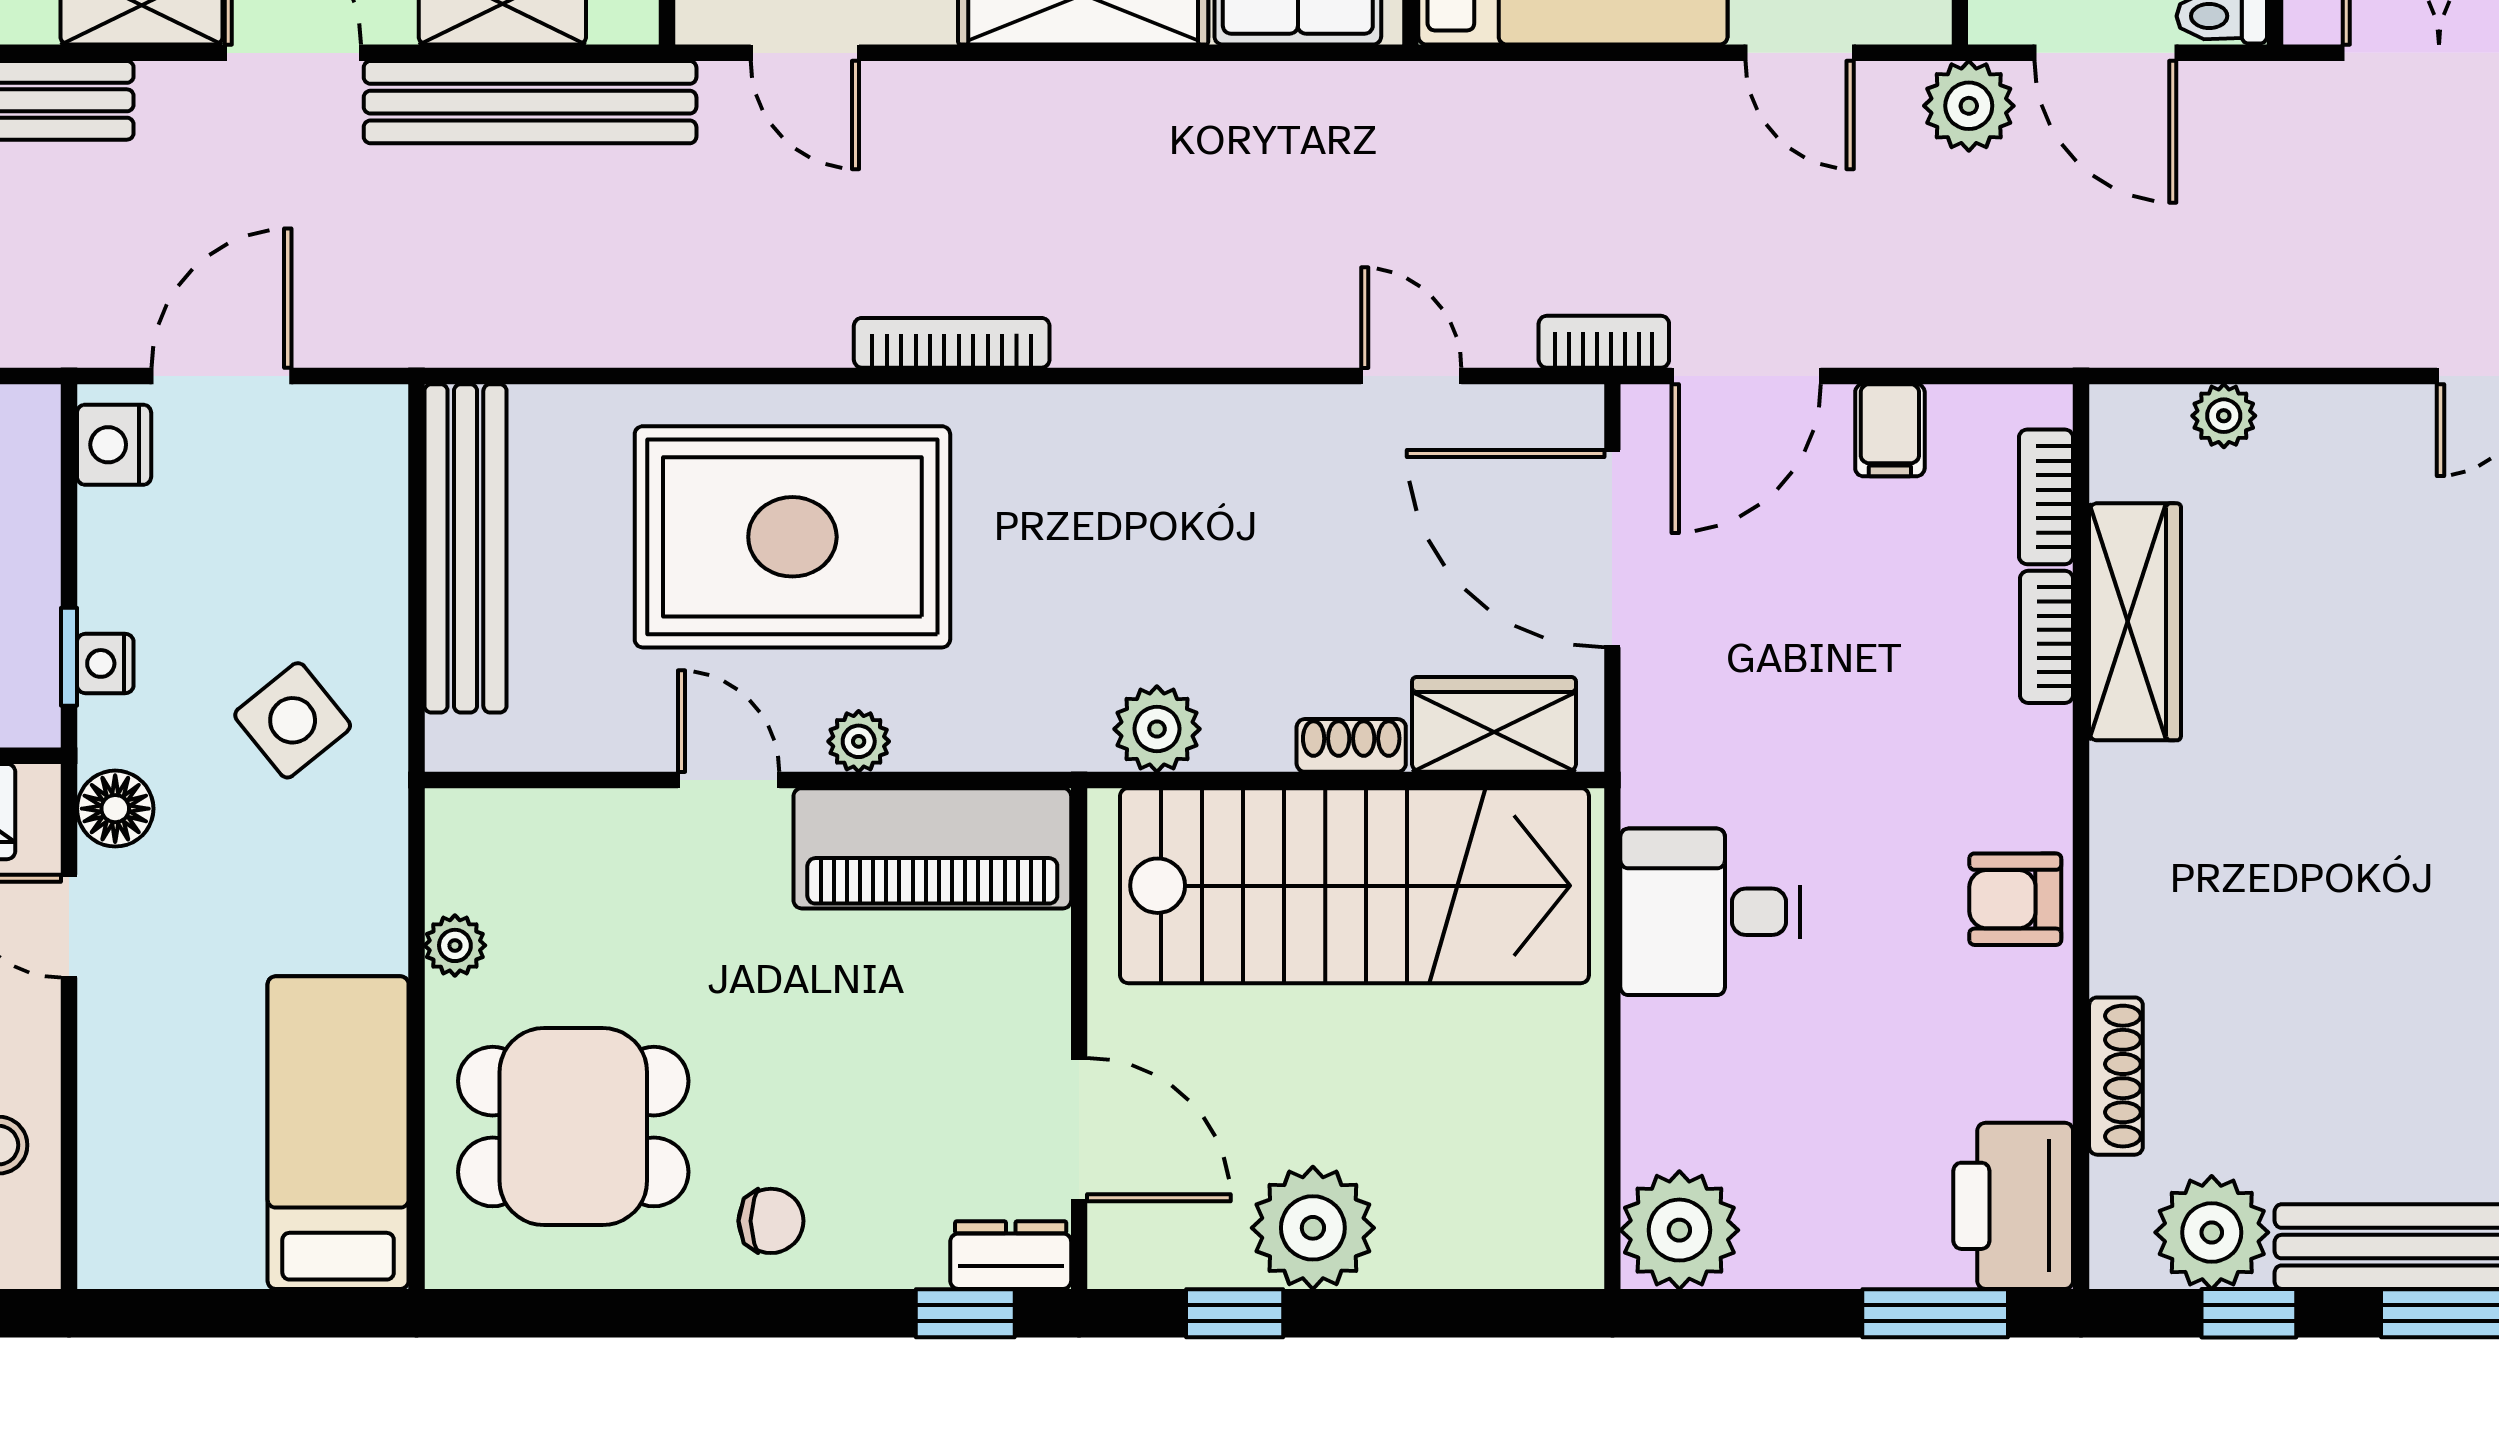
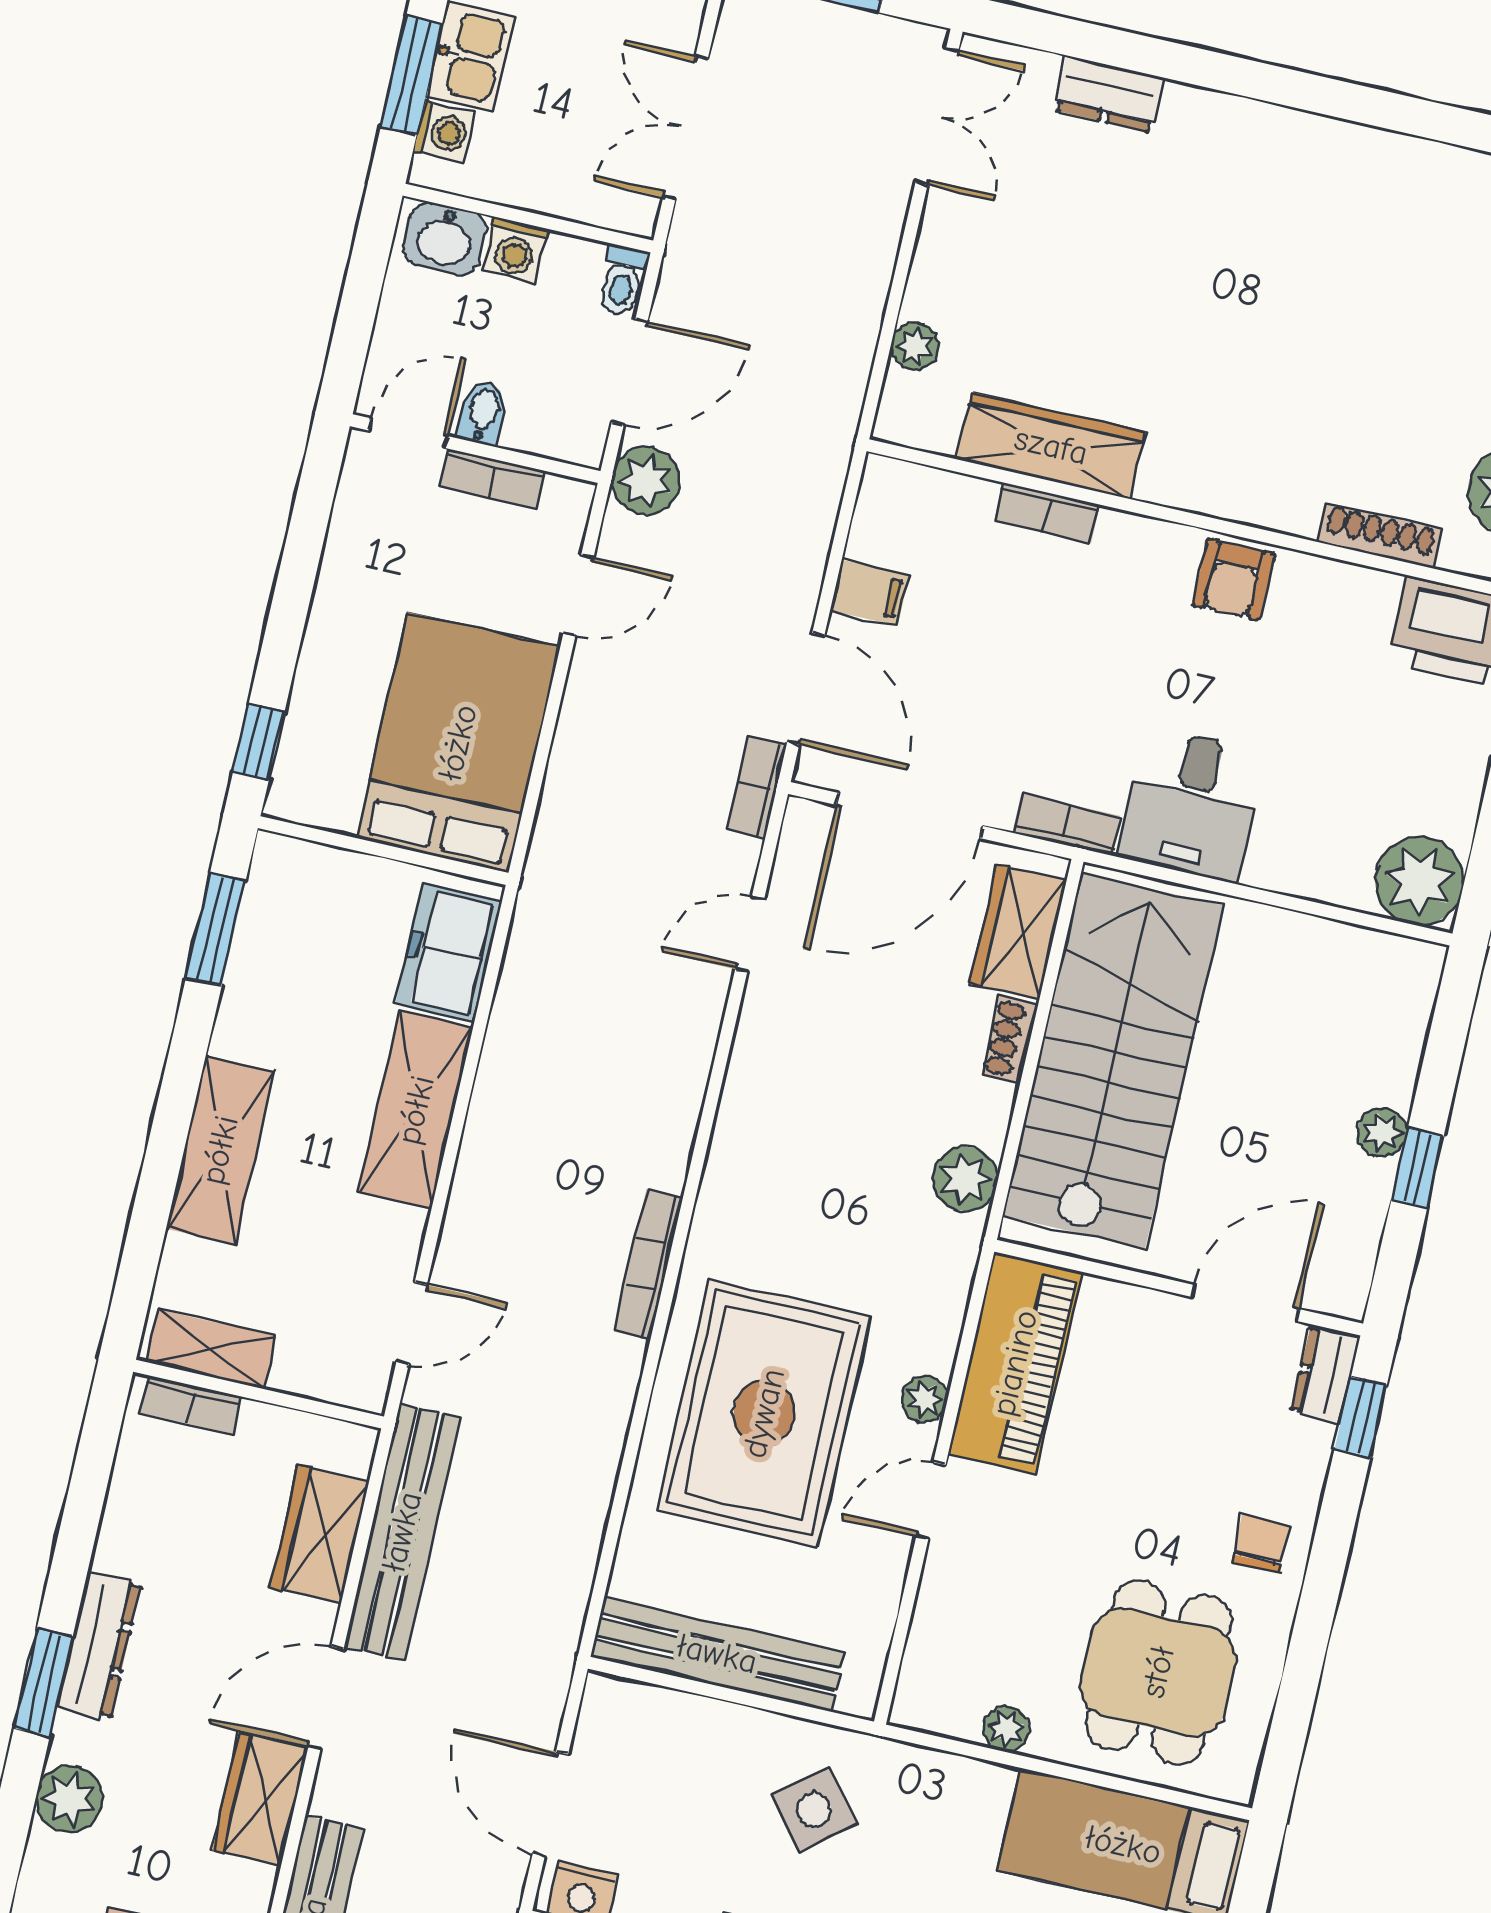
bookcase: (2046, 497) -> (1066, 824), moved, turned 180
plant: (1313, 1228) -> (1382, 1132), width x0.53, depth x0.53
window: (1235, 1313) -> (1418, 1168), moved

